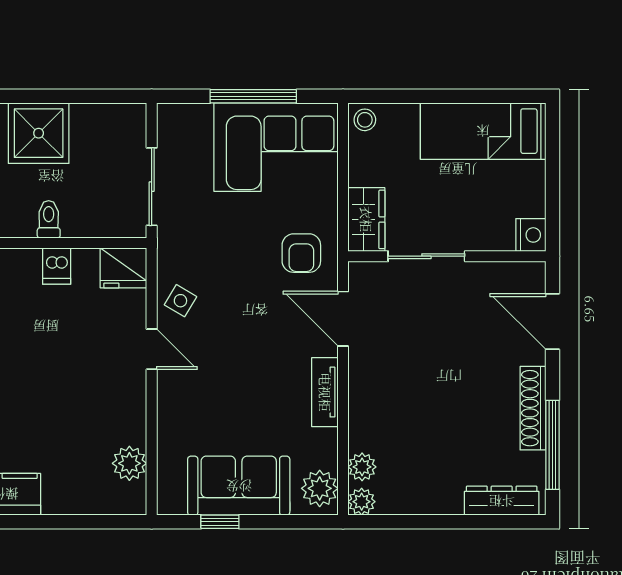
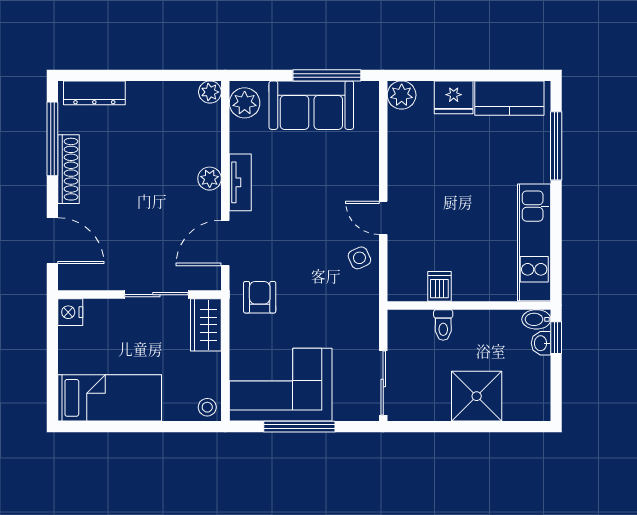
sliding door: (152, 187) -> (383, 383), moved
toilet: (49, 219) -> (443, 325), moved
dishwasher: (57, 266) -> (439, 286), moved
fridge: (123, 268) -> (454, 97), moved, turned 180
side table: (180, 301) -> (359, 258), turned 34
door: (343, 319) -> (225, 243), swing flipped
plant: (129, 463) -> (402, 95), moved
plant: (362, 467) -> (210, 179), moved
window: (220, 522) -> (327, 75), width x2.17

